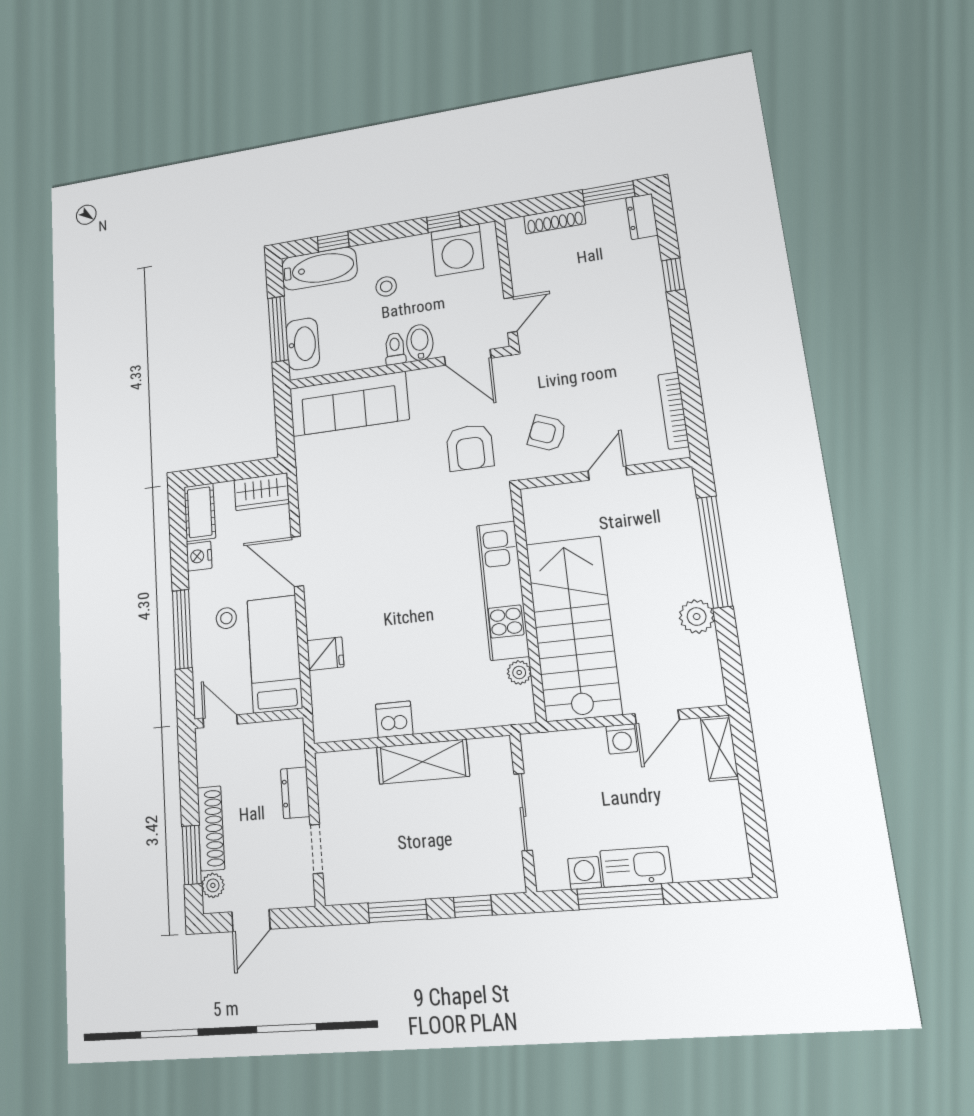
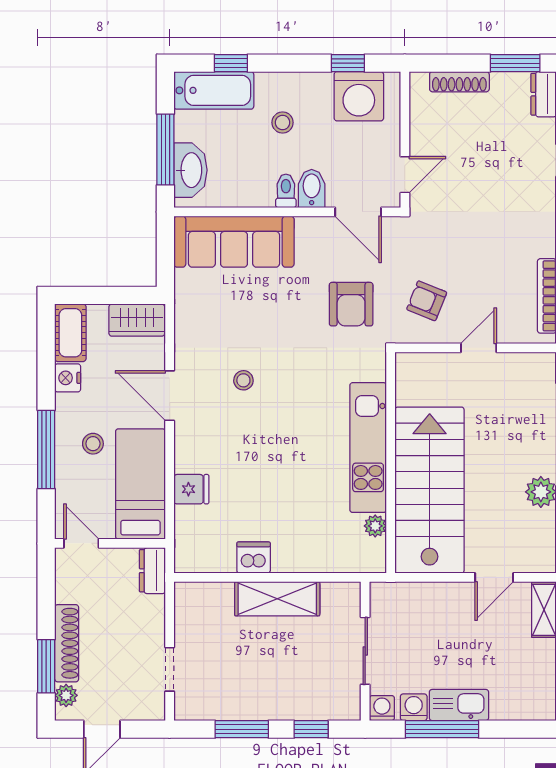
stool: (369, 537) -> (243, 380), added
washing machine: (622, 739) -> (382, 708), moved, turned 180
dresser: (295, 793) -> (152, 571), moved

